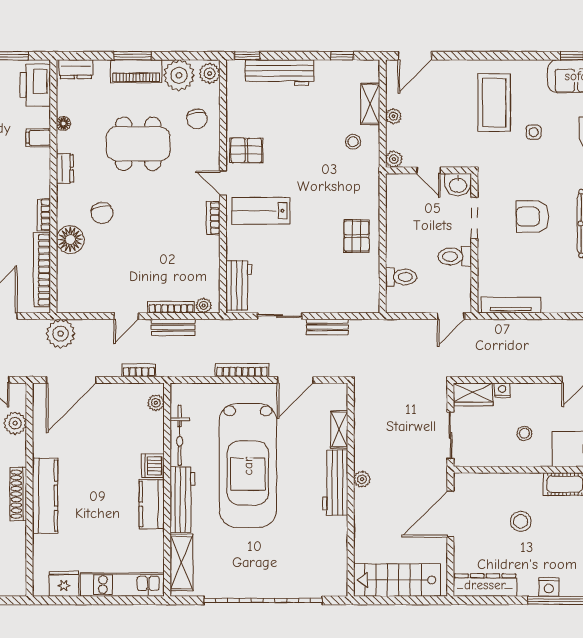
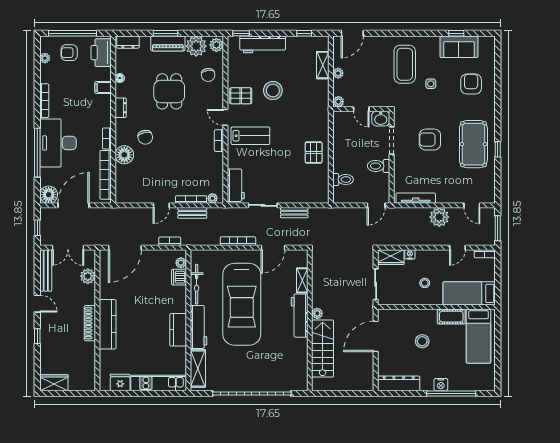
stool: (353, 142) -> (273, 91), moved, width x1.89, depth x1.89
dining table: (138, 144) -> (169, 91), width x0.73
lab bench: (261, 211) -> (250, 136), turned 180
plant: (61, 334) -> (439, 217), moved
dishwasher: (153, 466) -> (179, 277), moved
stairs: (397, 580) -> (323, 349), moved, turned 90

